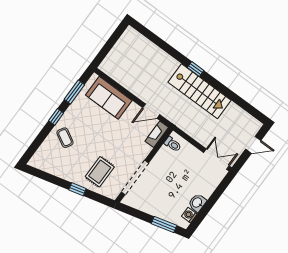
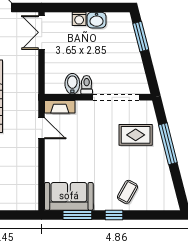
sofa: (109, 98) -> (69, 196), moved, turned -90
toilet: (173, 144) -> (87, 85), moved
bidet: (166, 154) -> (72, 84), added
window: (77, 189) -> (168, 144), width x2.17
washing machine: (189, 215) -> (79, 19), moved

